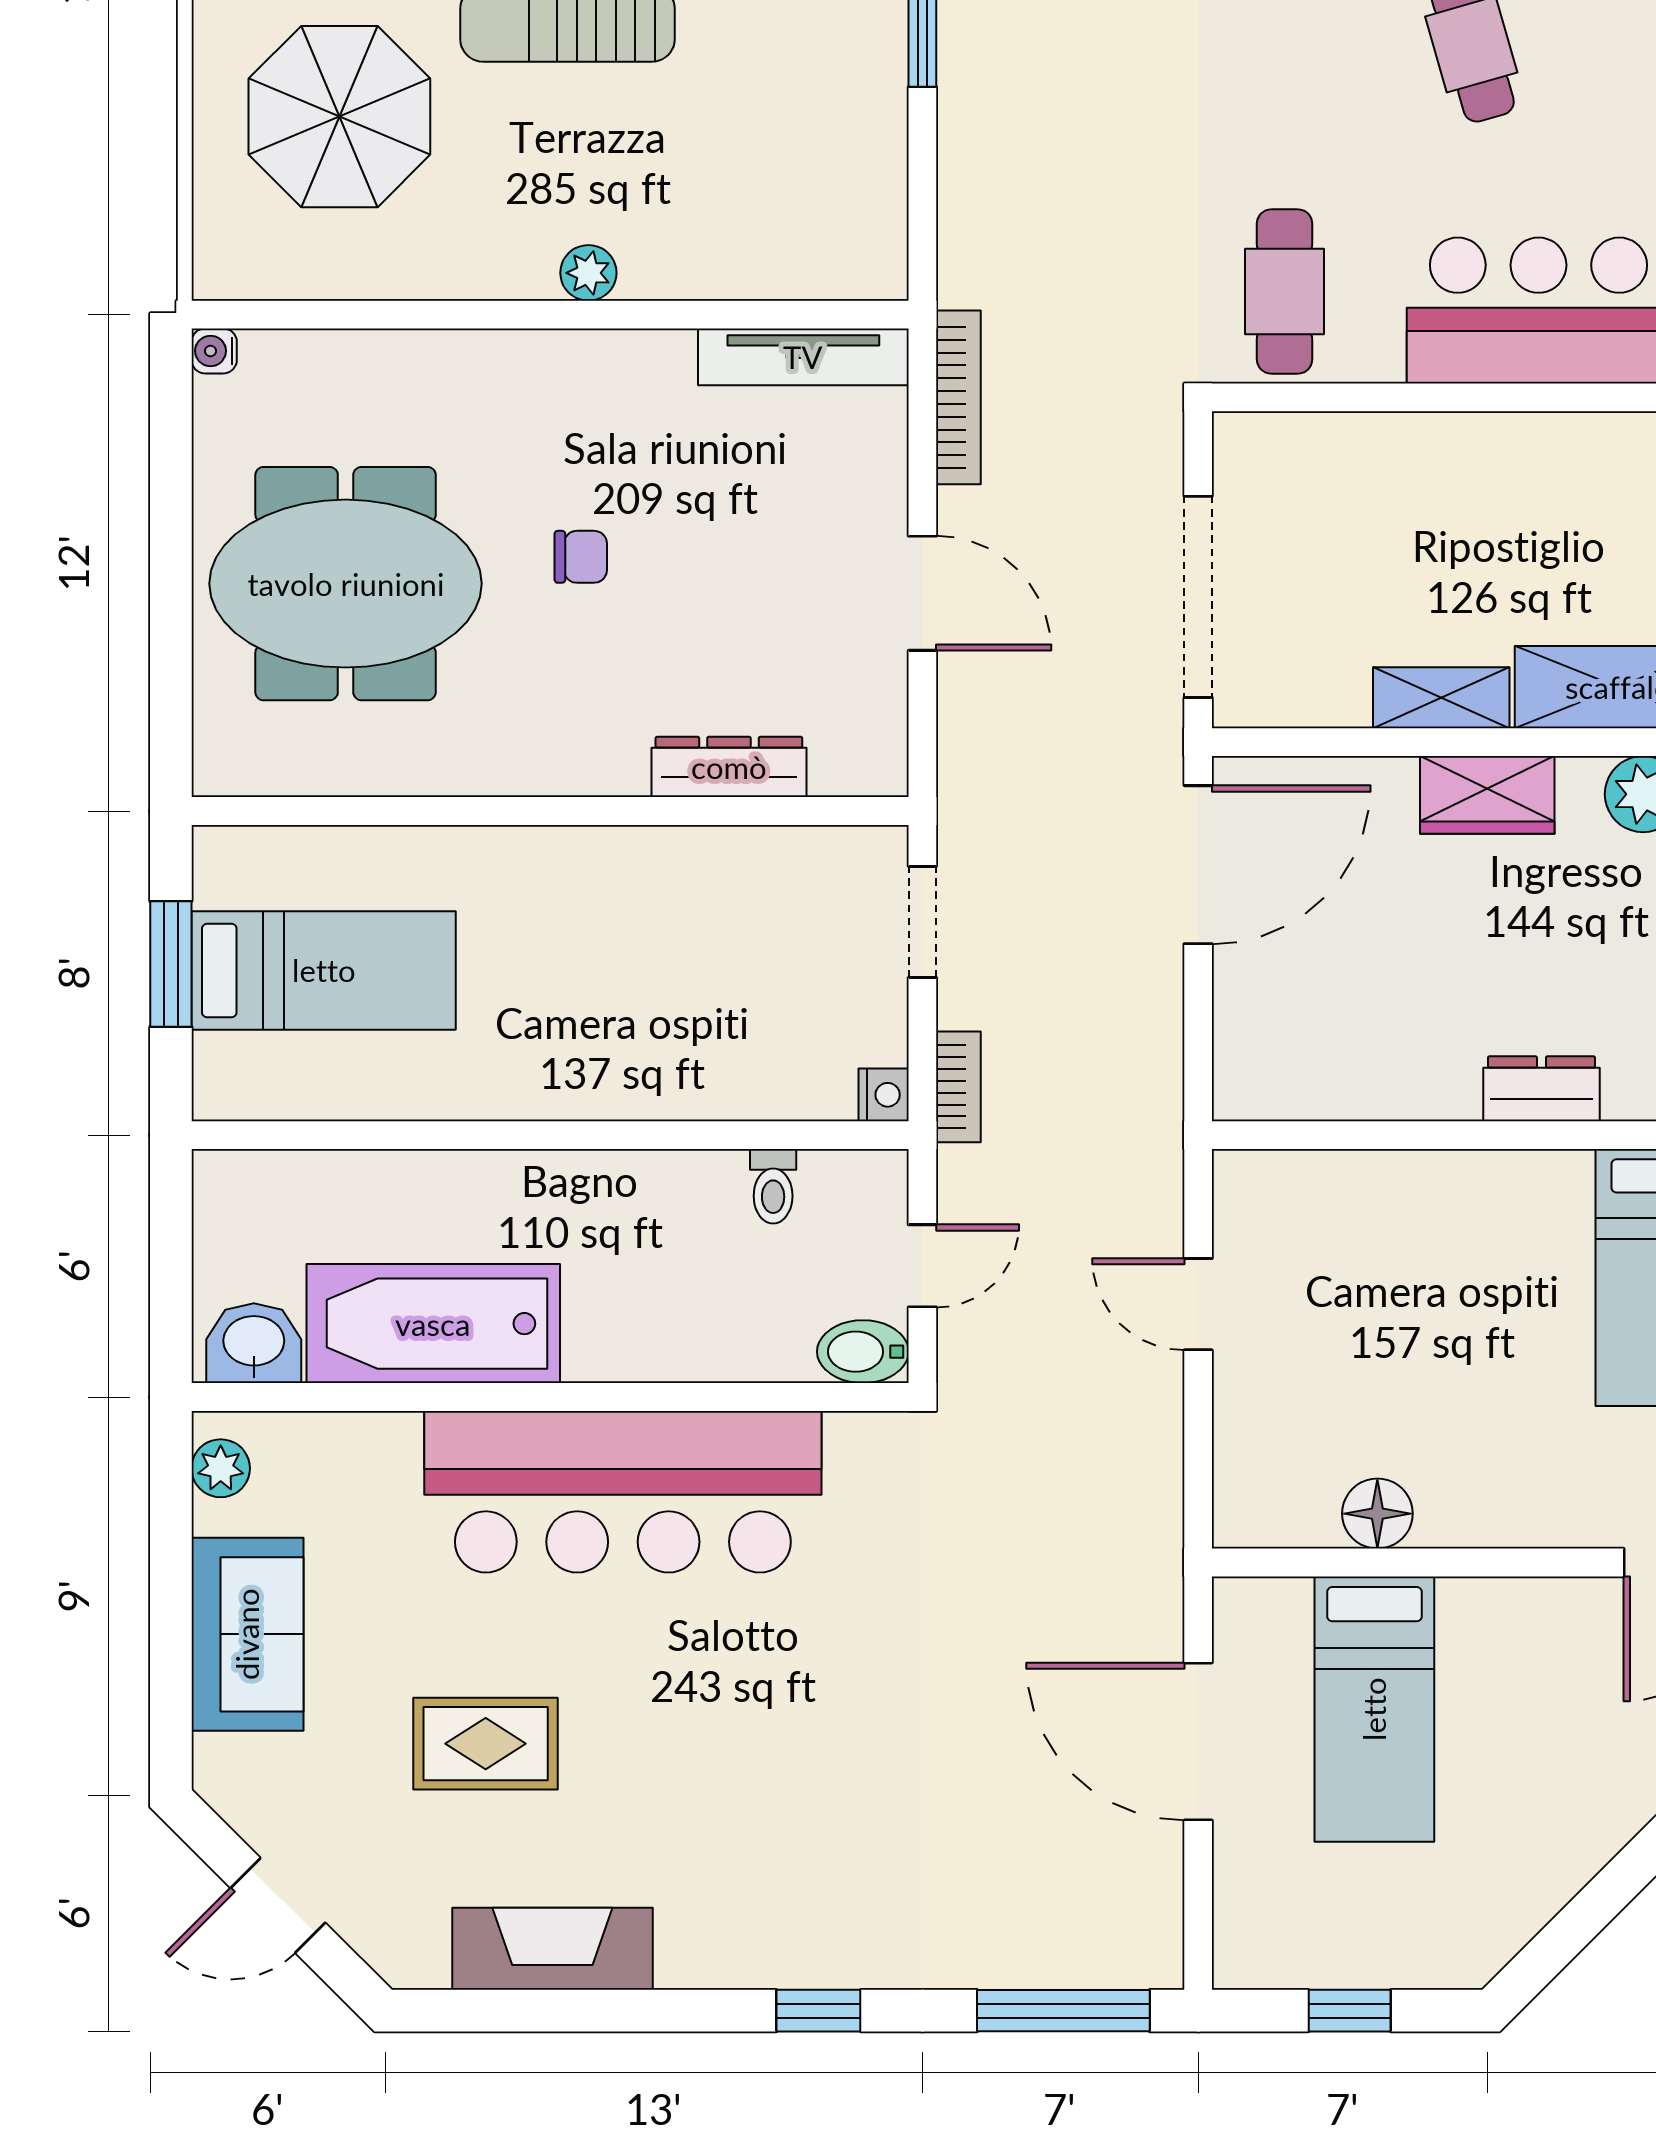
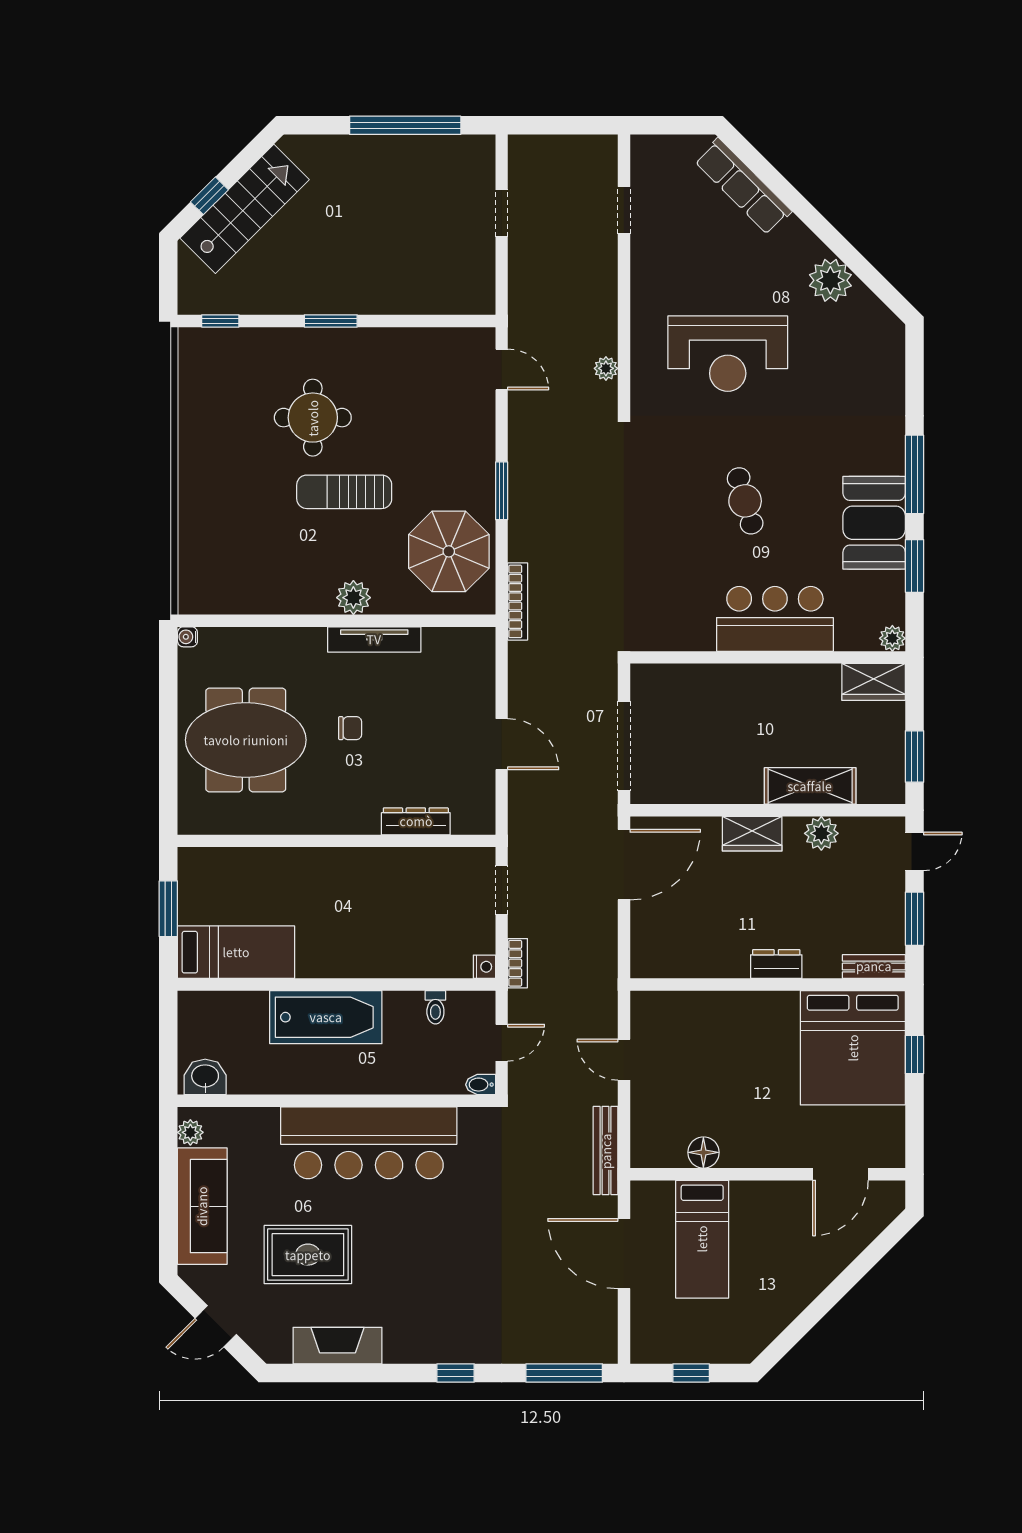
parasol: (339, 117) -> (449, 551), moved
plant: (588, 273) -> (353, 598), width x1.38, depth x1.38
cafe table: (1285, 292) -> (662, 610), removed
tv unit: (803, 357) -> (374, 639), moved
bookcase: (958, 397) -> (518, 601), moved
shelving: (1441, 698) -> (732, 791), removed
bed: (324, 970) -> (236, 952), moved
bathtub: (433, 1324) -> (326, 1017), moved, turned 180
bidet: (863, 1352) -> (481, 1085), width x0.72, depth x0.74
bench: (1157, 1509) -> (606, 1151), added
sofa: (247, 1634) -> (202, 1206), width x1.36
rug: (486, 1744) -> (308, 1255), width x1.36, depth x1.43

